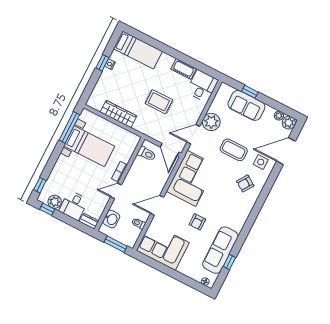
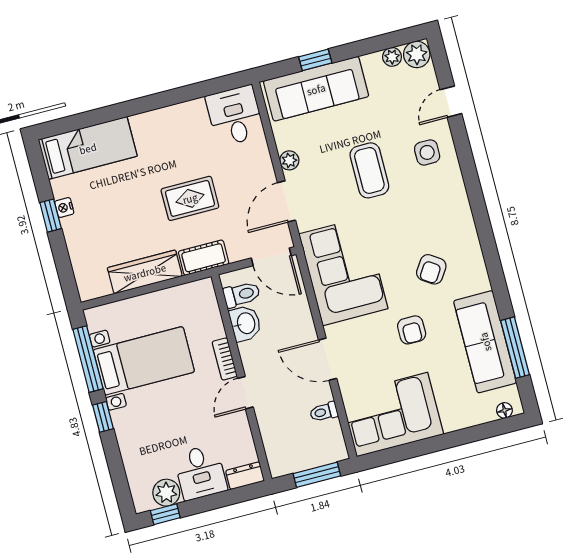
cot: (184, 69) -> (204, 258), moved
sofa: (246, 105) -> (316, 89), width x1.36
plant: (211, 122) -> (289, 160), width x0.53, depth x0.53
coffee table: (234, 150) -> (369, 170), turned 90
door: (286, 151) -> (451, 102), width x0.53
armchair: (245, 183) -> (431, 269), moved
window: (40, 185) -> (103, 417), moved
door: (157, 205) -> (328, 359), hinge flipped
washbasin: (111, 219) -> (245, 323), moved
window: (229, 262) -> (515, 348), width x2.17

